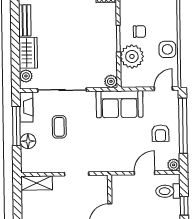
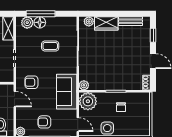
plant: (132, 56) -> (88, 101), moved
fireplace: (26, 107) -> (65, 21), removed
window: (16, 126) -> (41, 14), moved
armchair: (108, 151) -> (31, 82), added
plant: (29, 158) -> (27, 23), added
door: (144, 173) -> (15, 99), moved

